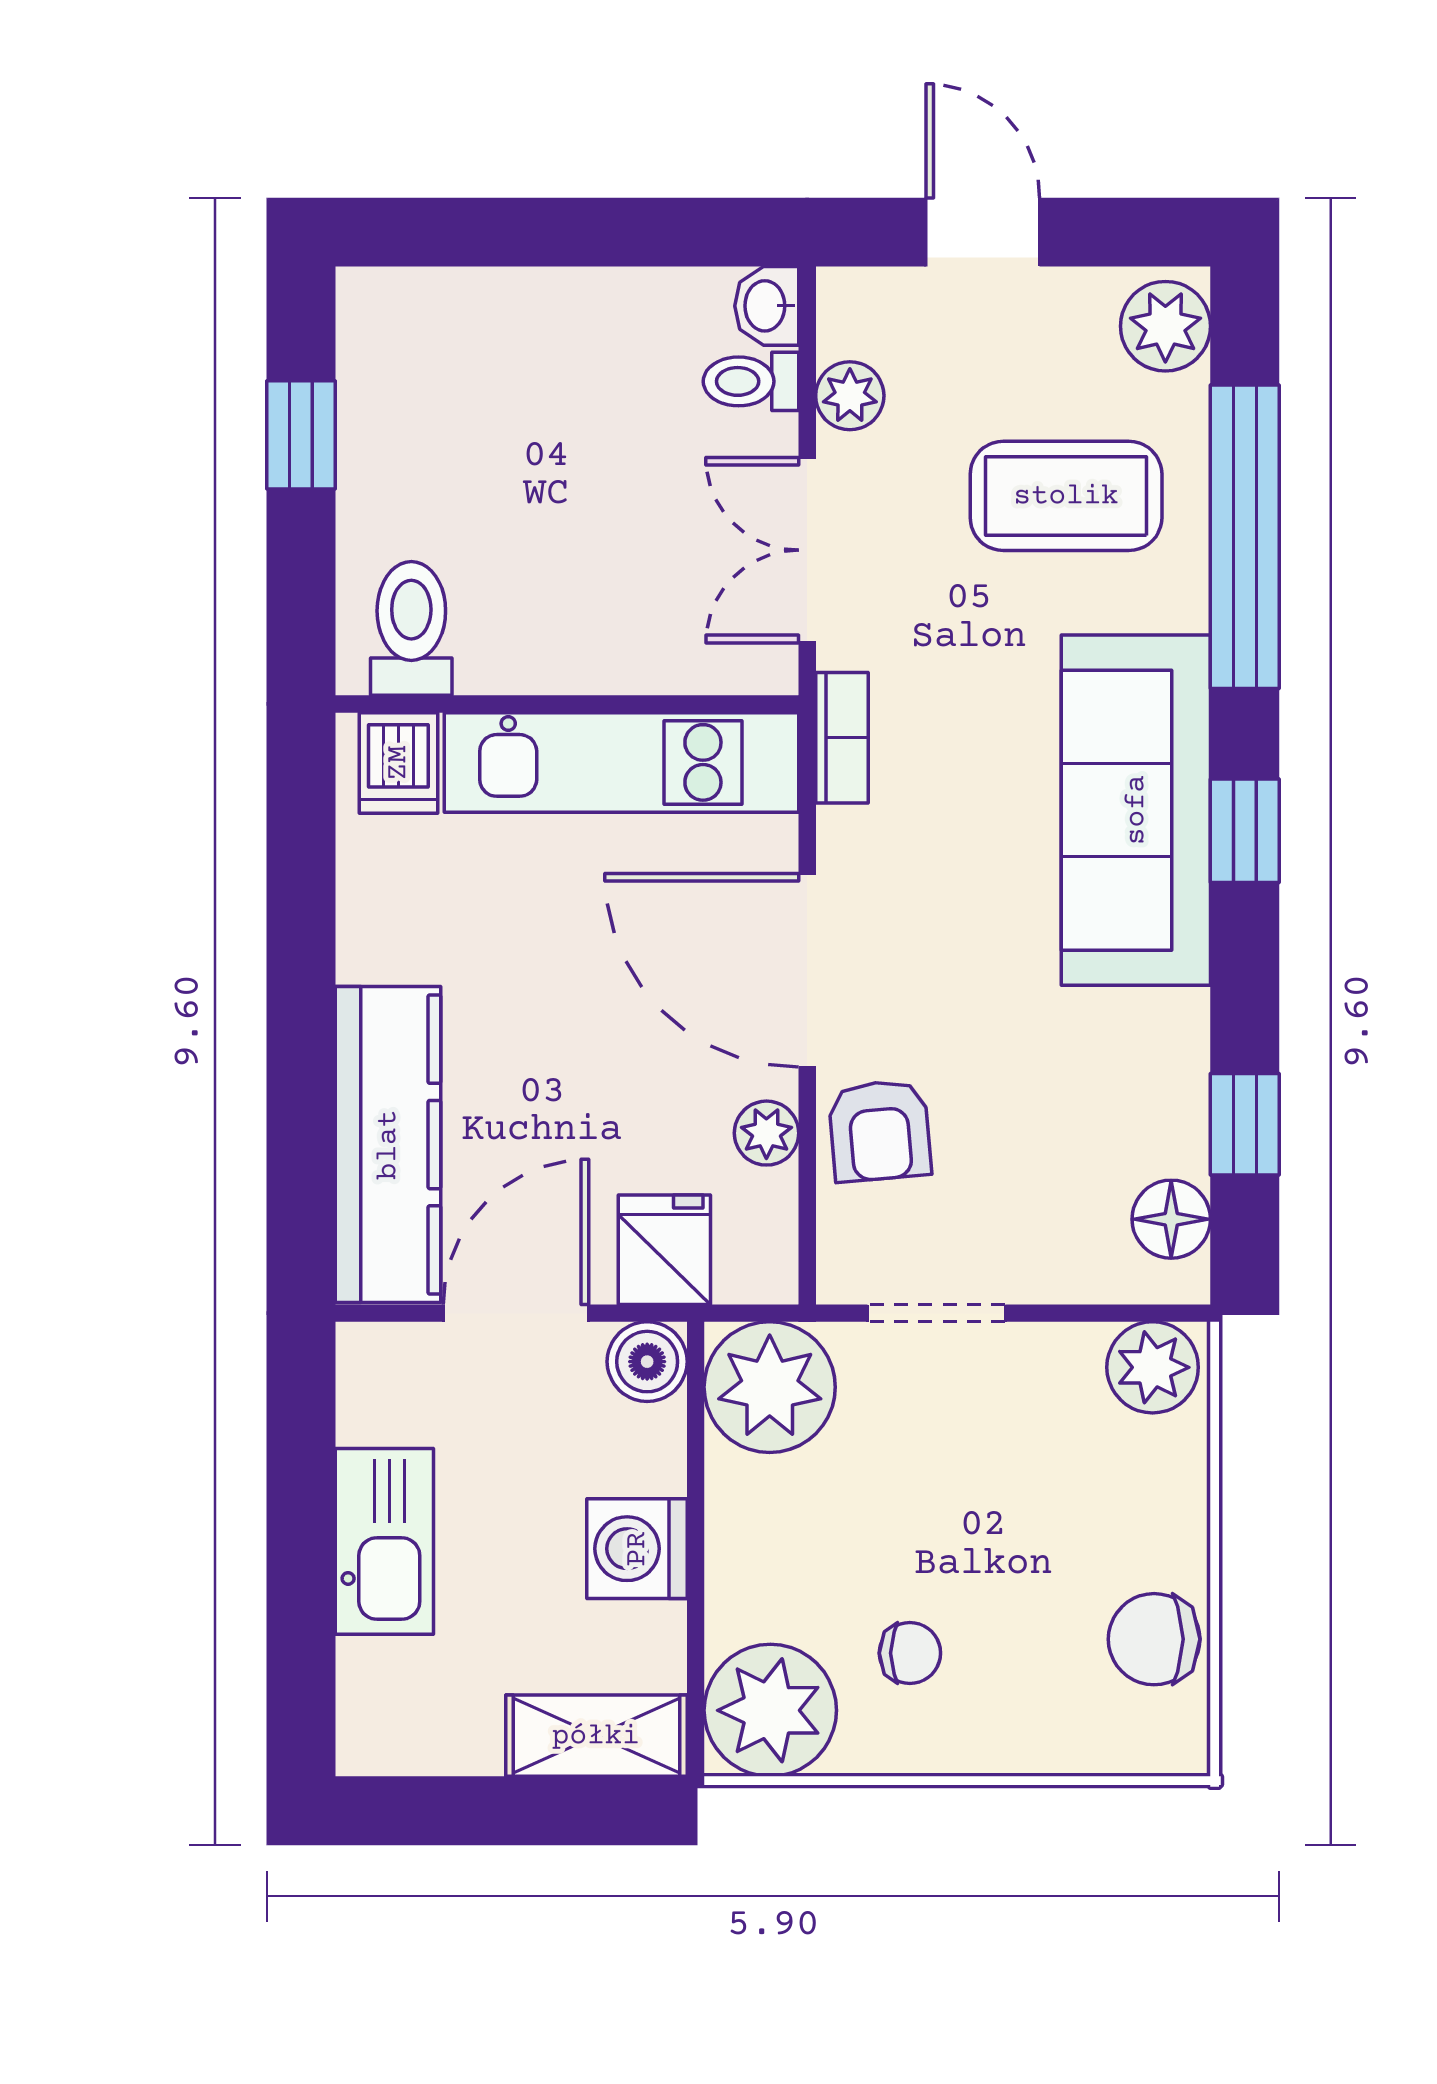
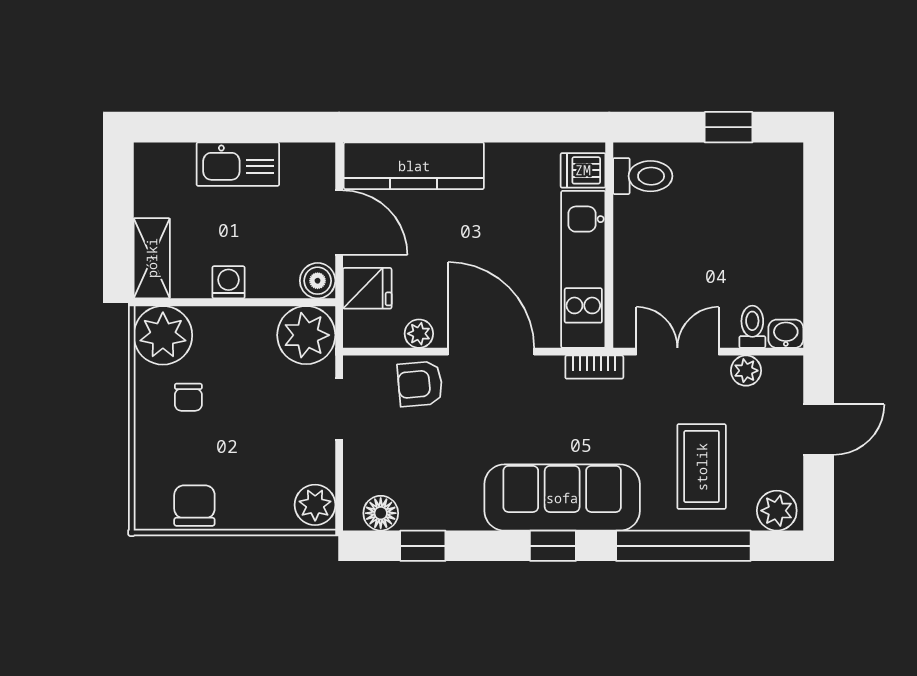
door: (807, 970) -> (491, 352), hinge flipped
washing machine: (637, 1549) -> (228, 282), width x0.73, depth x0.73

